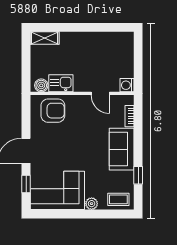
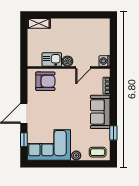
boiler: (41, 85) -> (67, 61), moved
door: (100, 93) -> (83, 68), hinge flipped

